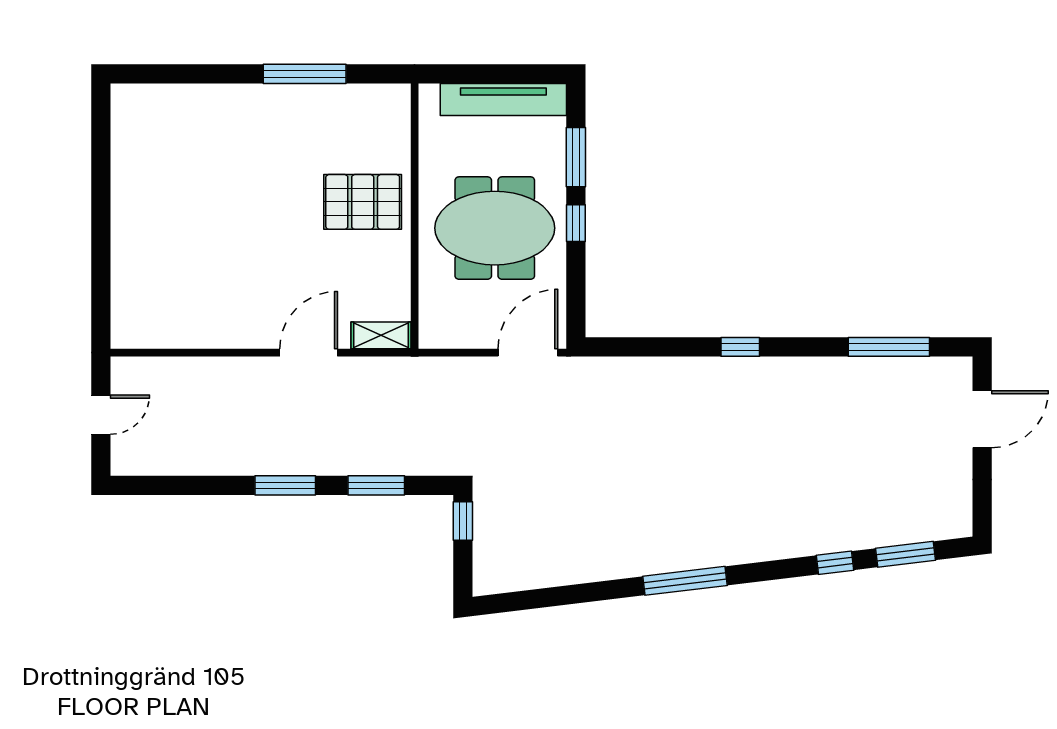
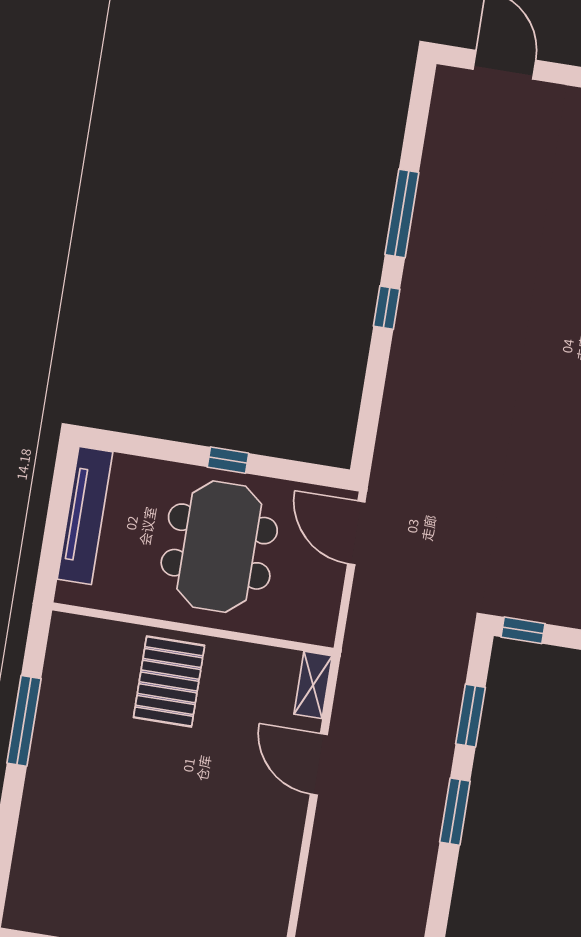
window: (576, 157) -> (158, 449), removed
window: (889, 347) -> (402, 213), moved

